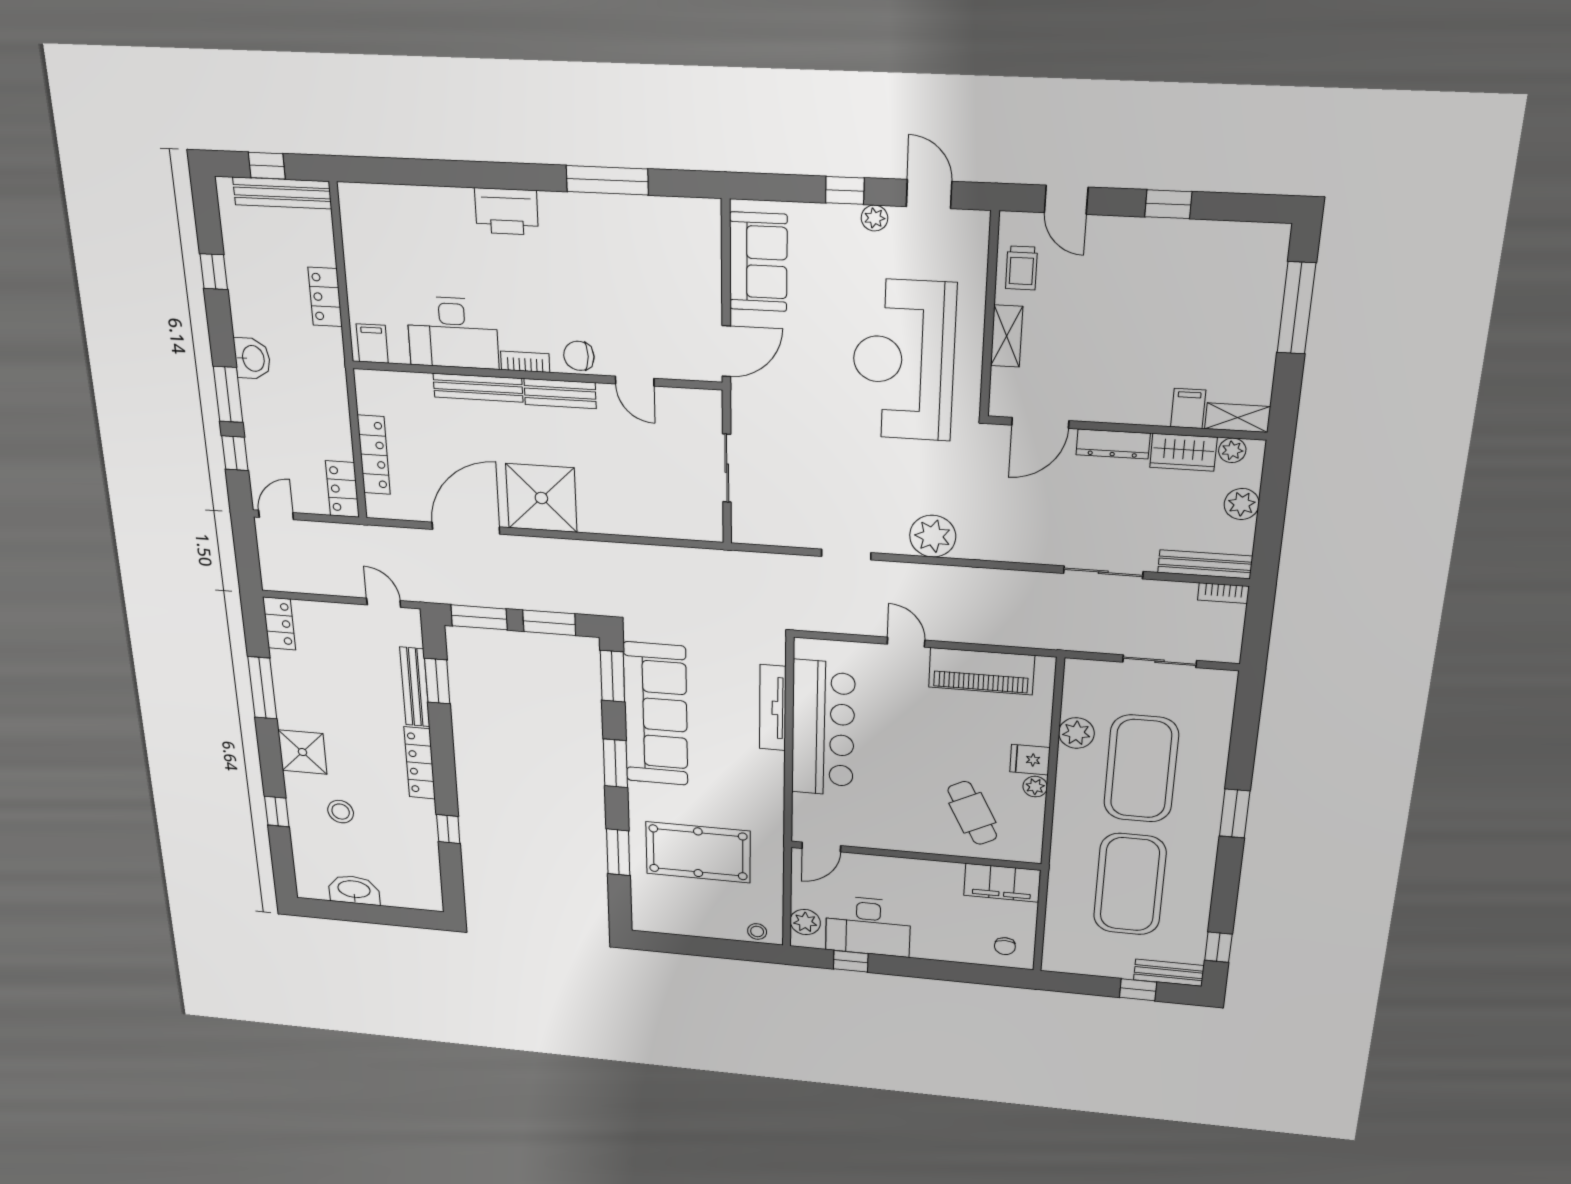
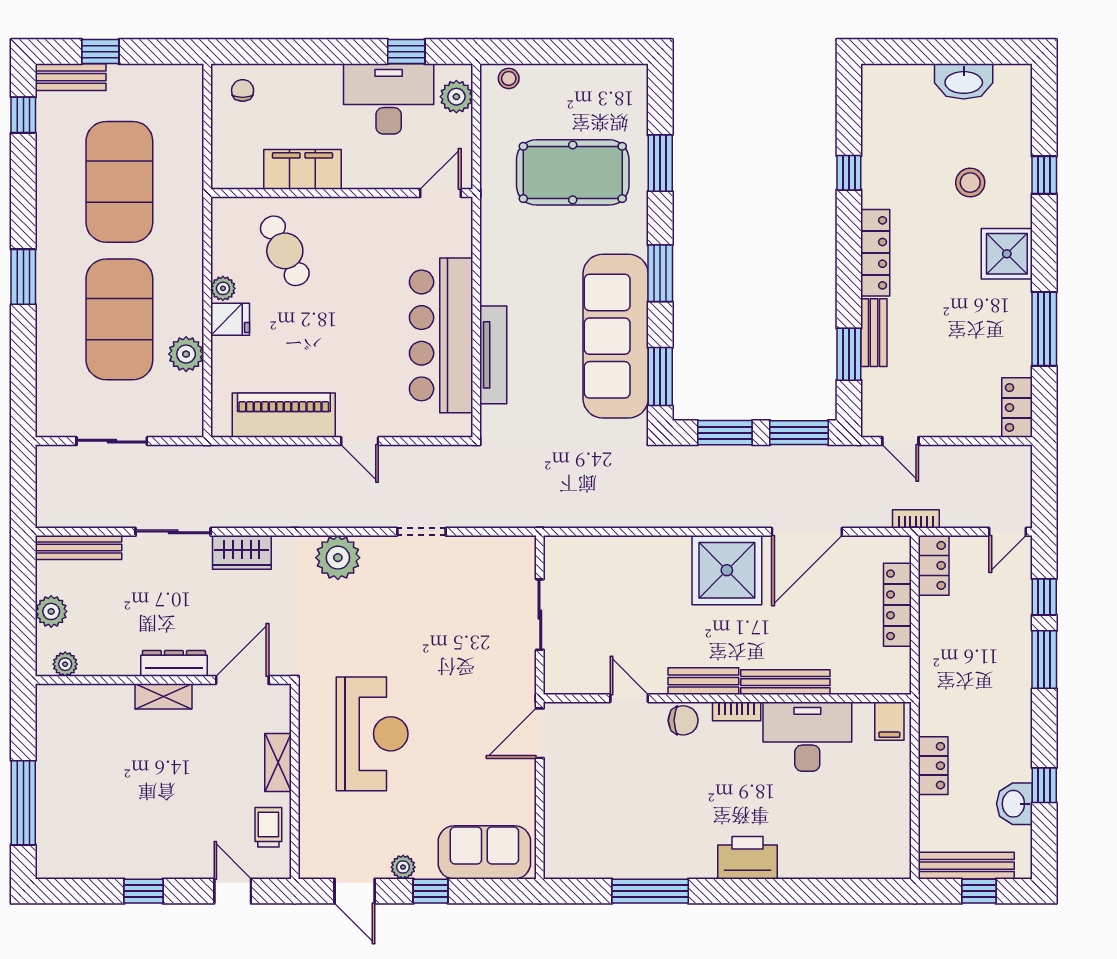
sofa: (758, 262) -> (484, 852), moved, turned 90
washbasin: (252, 358) -> (1014, 804), moved
reception desk: (904, 360) -> (372, 734), width x0.74, depth x0.77
filing cabinet: (1188, 408) -> (109, 703), removed
shelving: (1237, 418) -> (164, 696), moved
wardrobe: (1183, 452) -> (242, 552), moved, turned 180
bookcase: (1223, 593) -> (916, 519), moved
bench: (415, 687) -> (874, 333), width x0.73
filing cabinet: (1002, 883) -> (302, 169), moved

